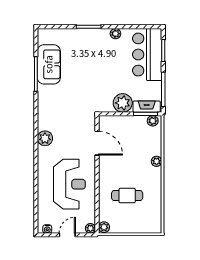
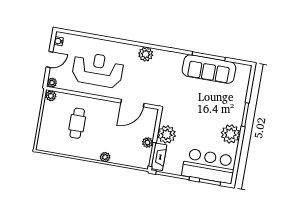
plant: (115, 34) -> (230, 134), width x1.88, depth x1.88
sofa: (49, 64) -> (209, 69), width x1.36
plant: (153, 121) -> (147, 142), moved
reception desk: (69, 184) -> (98, 70), turned 180
door: (67, 235) -> (50, 59), hinge flipped

